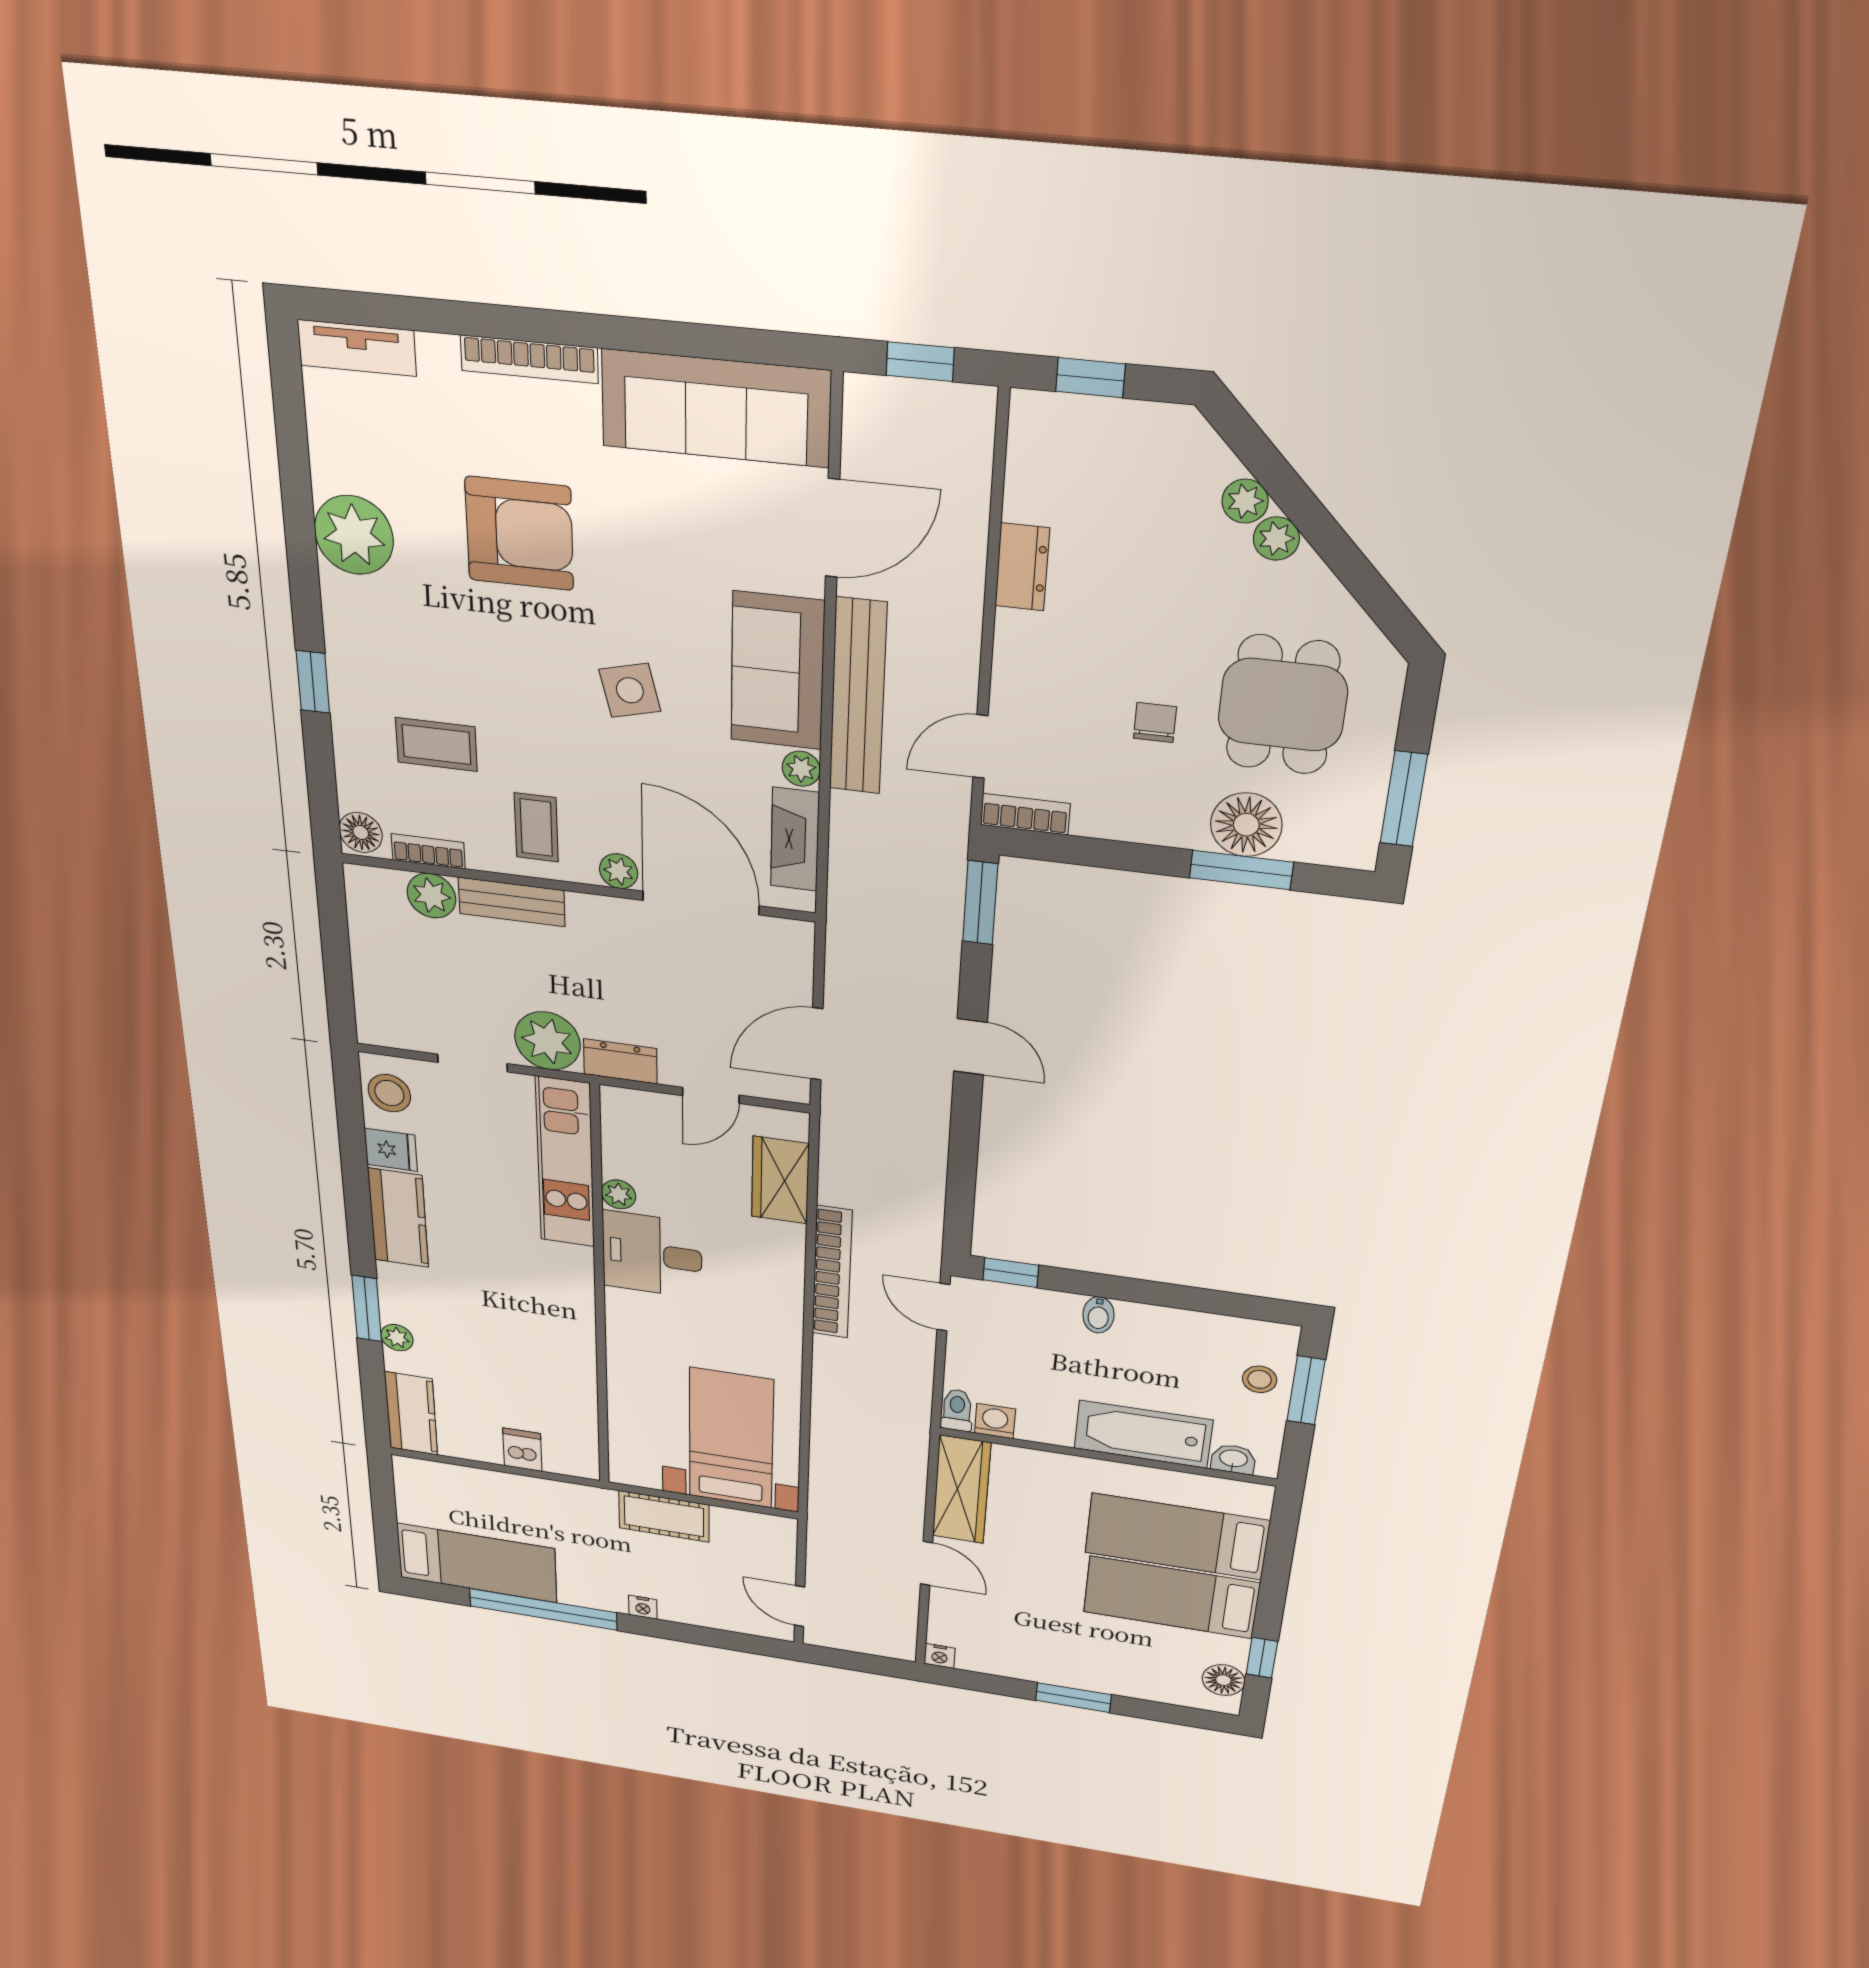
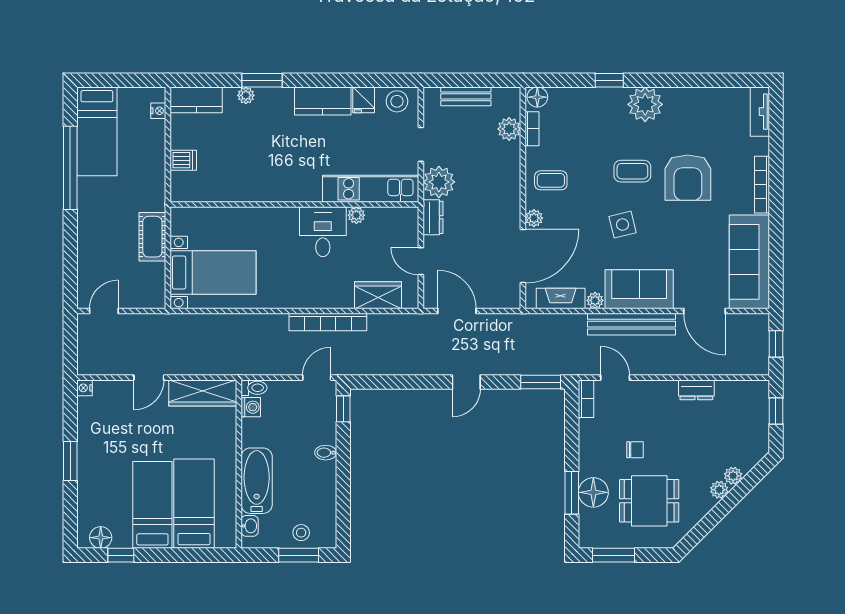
plant: (354, 535) -> (645, 104), moved
coffee table: (436, 745) -> (632, 171), moved, turned 90
bench: (512, 902) -> (466, 96), moved, turned 90
nightstand: (643, 1607) -> (158, 111), moved, turned 180

